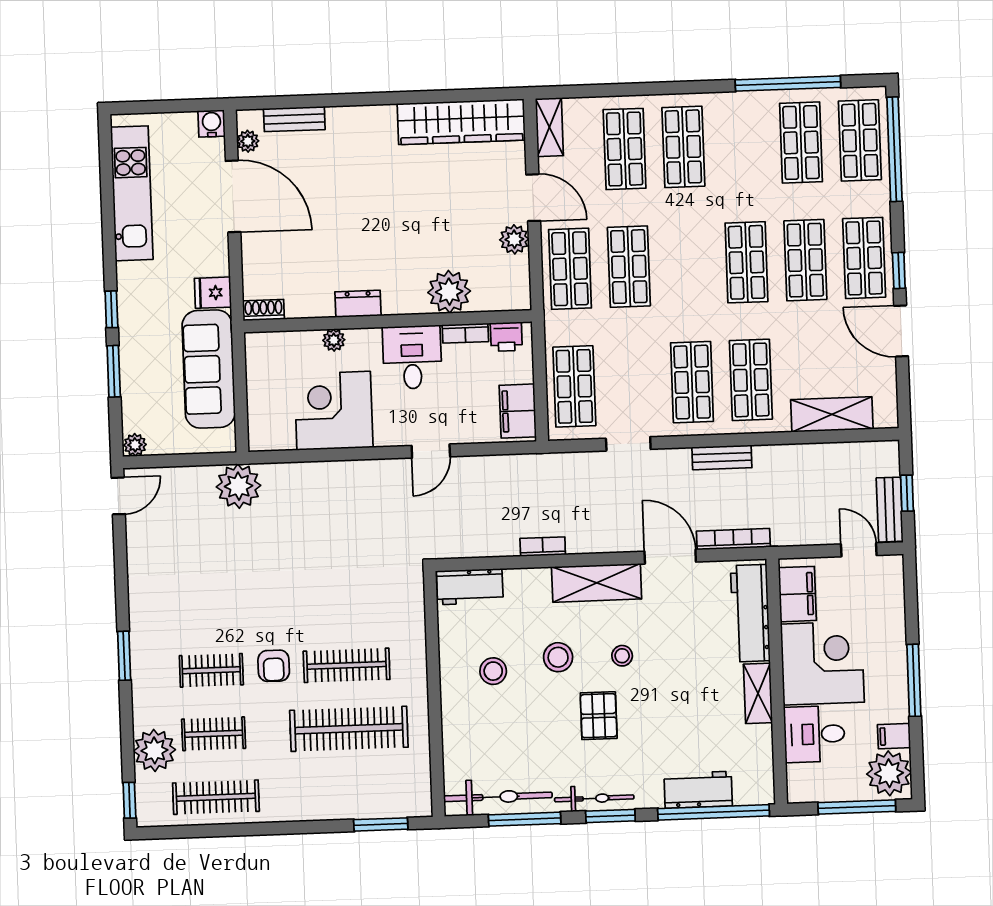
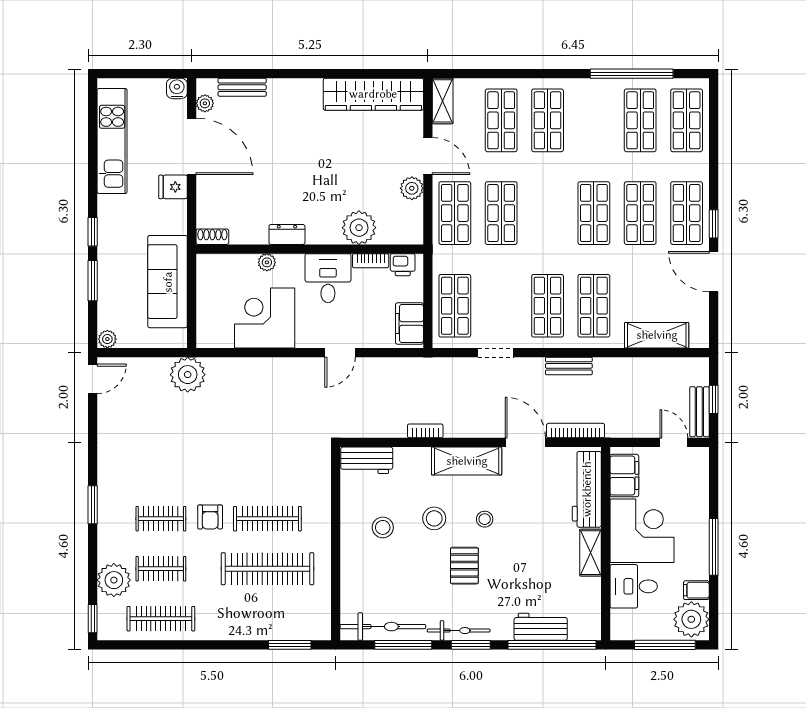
window: (894, 149) -> (714, 128), removed
fridge: (213, 293) -> (173, 187), moved

